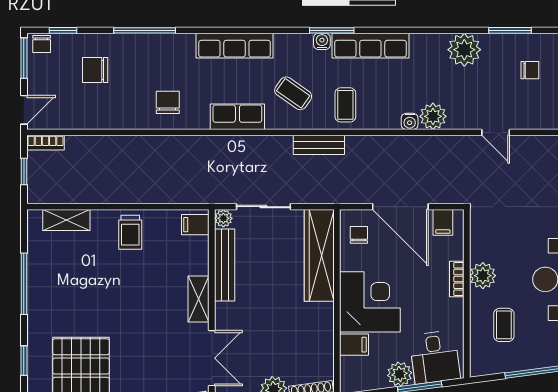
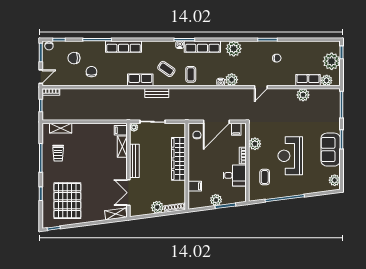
row of seats: (235, 46) -> (124, 47), moved
plant: (464, 50) -> (234, 49), moved
chair: (168, 102) -> (91, 72), moved
door: (496, 132) -> (261, 87), hinge flipped
bench: (319, 145) -> (157, 93), moved
door: (400, 207) -> (216, 122), hinge flipped
trolley: (130, 232) -> (58, 153), moved
wardrobe: (319, 255) -> (179, 159), moved
bench: (225, 265) -> (134, 161), moved
plant: (483, 276) -> (255, 144), moved
shelving: (199, 299) -> (122, 147), moved
corner desk: (370, 302) -> (202, 166), removed
desk: (435, 357) -> (235, 175), moved, turned -83
double door: (212, 358) -> (128, 193), swing flipped

